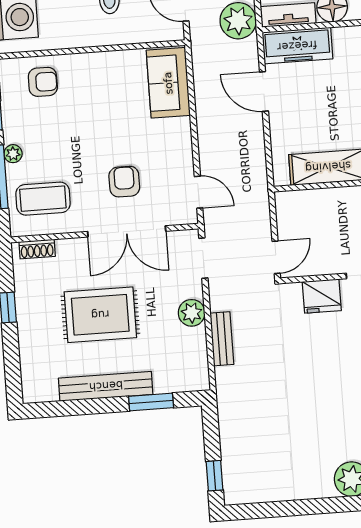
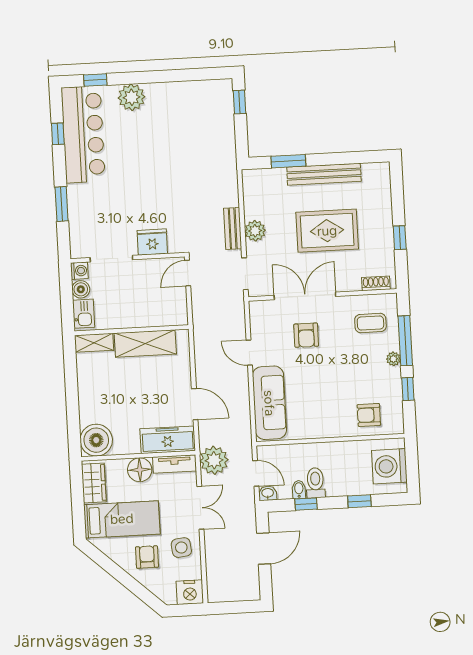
sofa: (168, 83) -> (269, 403), width x1.36
door: (199, 192) -> (249, 353), moved
coffee table: (43, 199) -> (370, 323), width x0.73, depth x0.77
bench: (222, 339) -> (233, 228), moved

